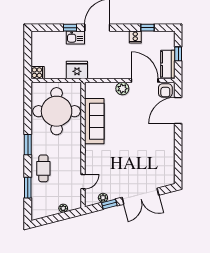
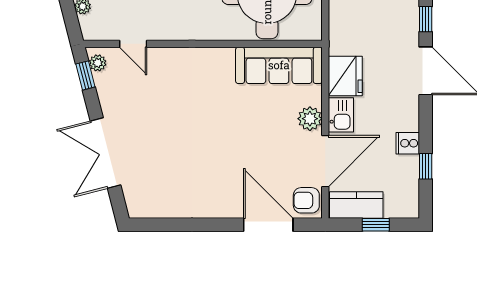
kitchen sink: (75, 38) -> (341, 115), moved, turned 180
fridge: (77, 70) -> (345, 76), moved
sofa: (94, 121) -> (279, 65), moved
plant: (103, 198) -> (98, 63), moved
window: (109, 204) -> (85, 75), moved

